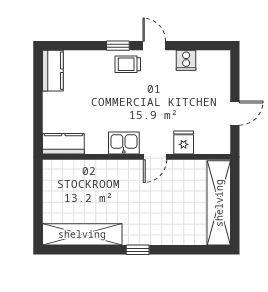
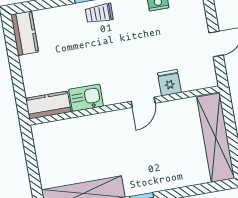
kitchen sink: (124, 143) -> (86, 98), moved

